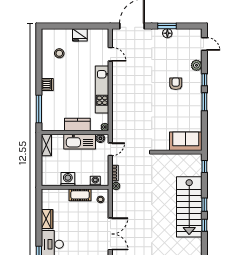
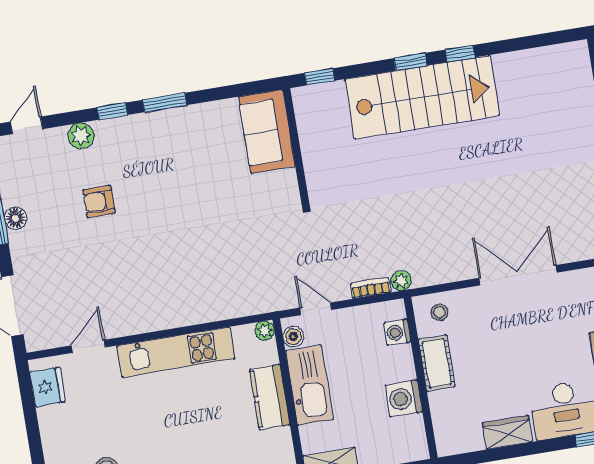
fridge: (80, 35) -> (47, 387), moved
armchair: (176, 84) -> (99, 201), moved

